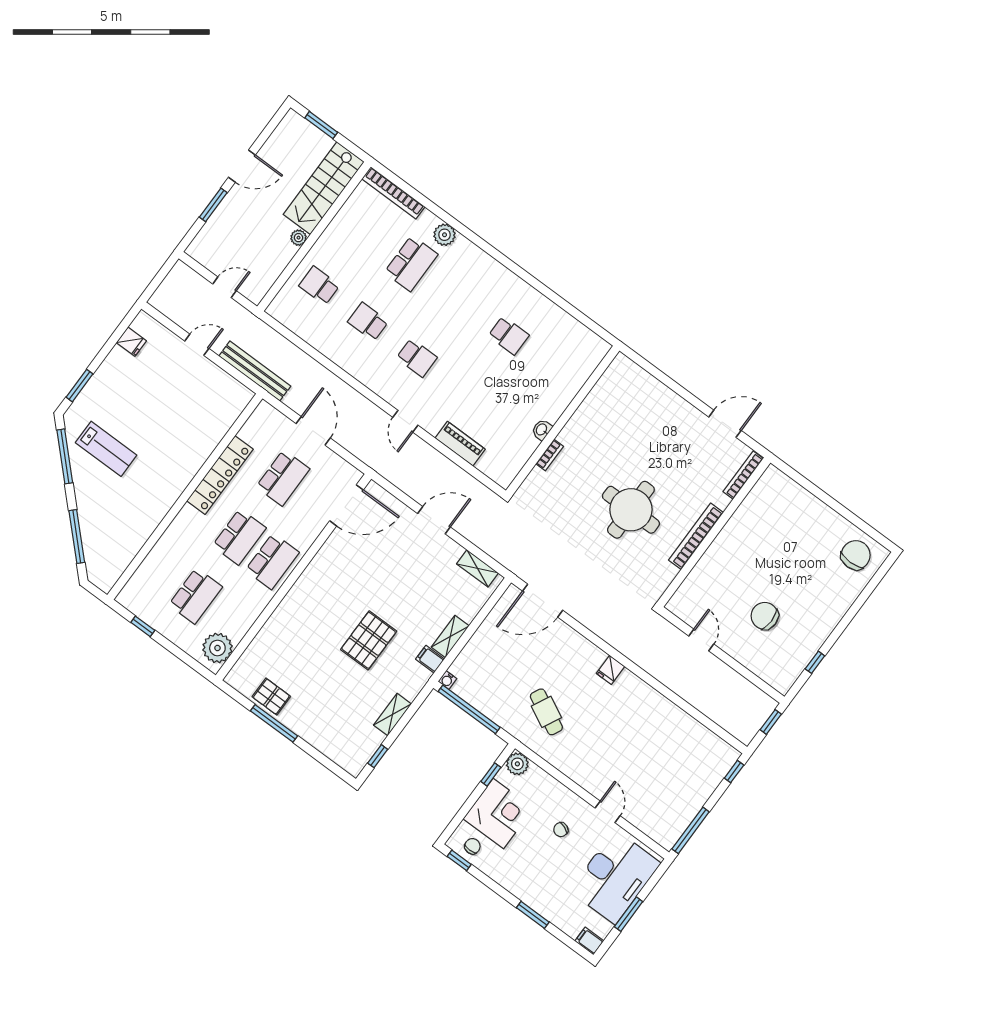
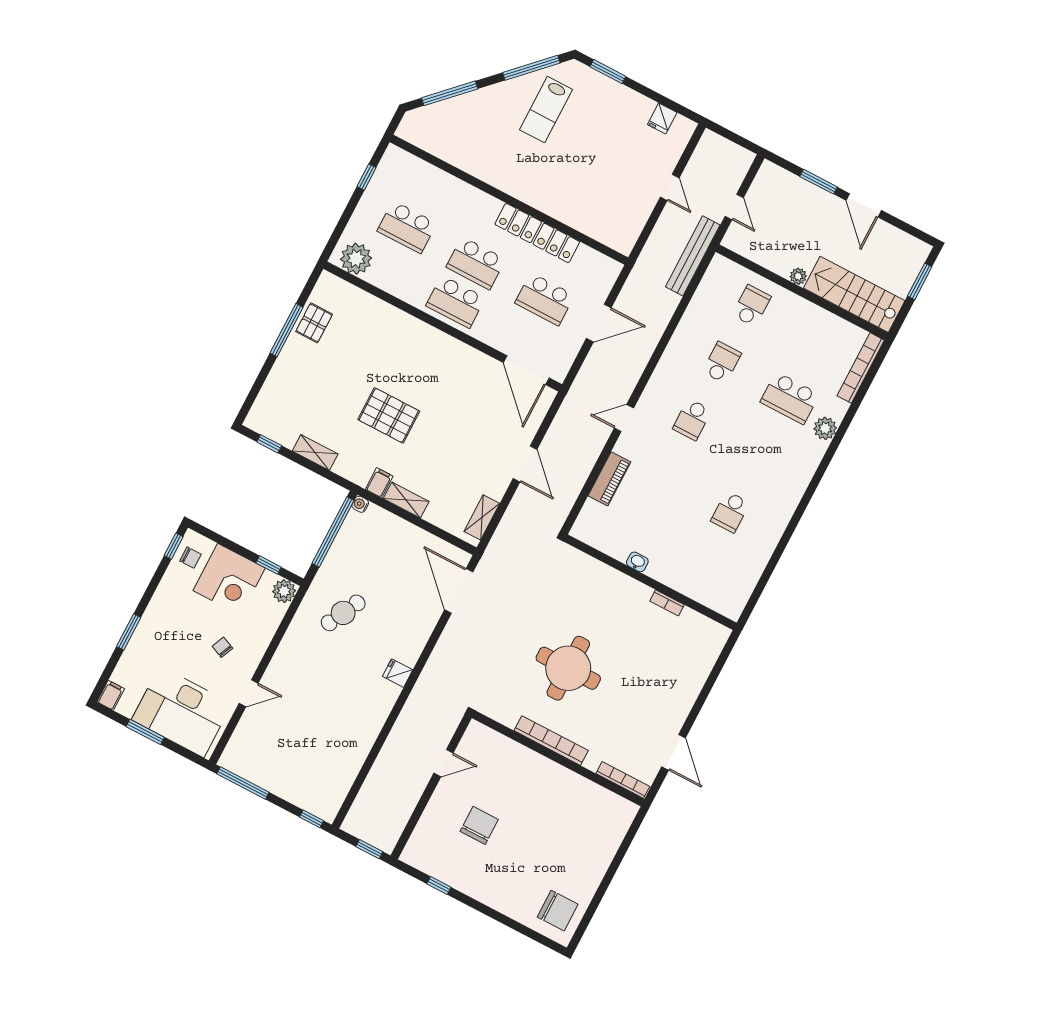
bench: (255, 371) -> (693, 256), moved
bookcase: (550, 455) -> (667, 603), moved

